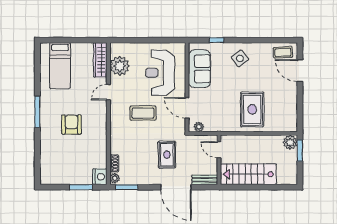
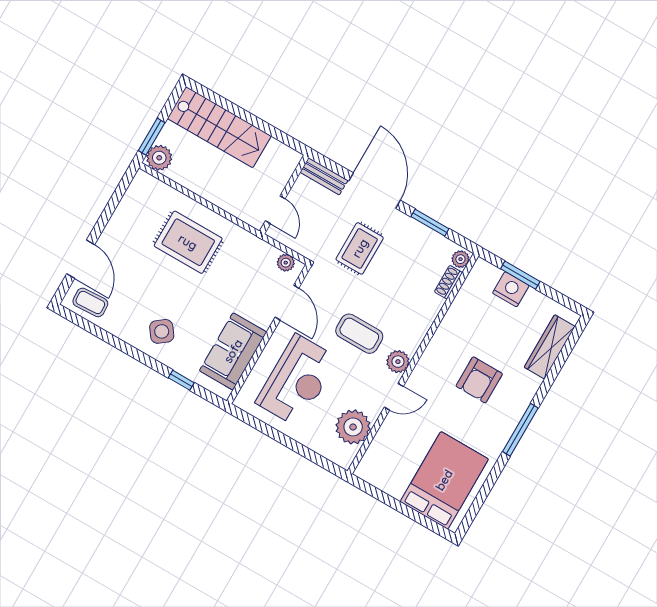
wardrobe: (100, 60) -> (550, 347), moved, turned 180
bed: (60, 66) -> (444, 480), width x1.50
rug: (252, 109) -> (188, 242), turned 90
plant: (116, 110) -> (398, 362), added
stairs: (248, 174) -> (219, 127), moved
nightstand: (100, 177) -> (511, 289), moved, turned 90
window: (127, 187) -> (430, 223), moved

